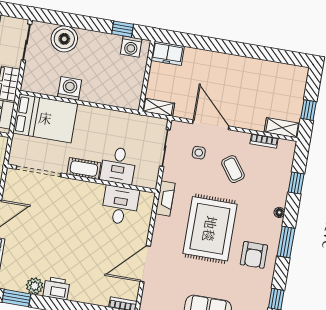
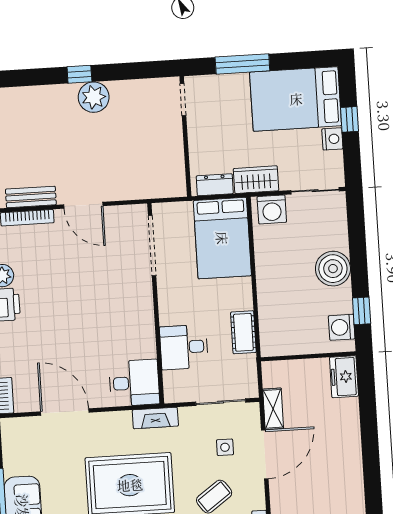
boiler: (64, 39) -> (333, 269), moved
washing machine: (70, 88) -> (272, 209), moved, turned 90
shelving: (158, 107) -> (273, 409), moved
cot: (84, 169) -> (243, 332), moved
desk: (120, 205) -> (134, 383), moved

